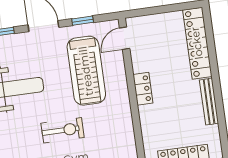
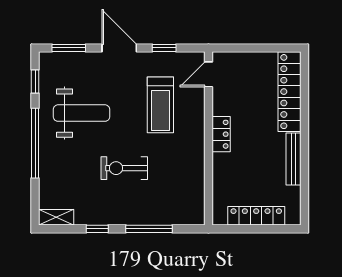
treadmill: (86, 71) -> (160, 105), width x0.73, depth x0.73
exercise bike: (63, 130) -> (124, 168), turned 180

